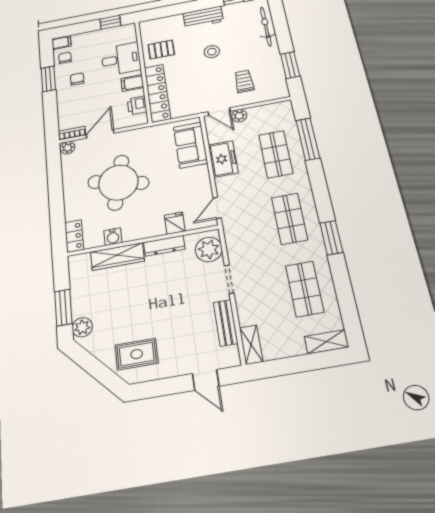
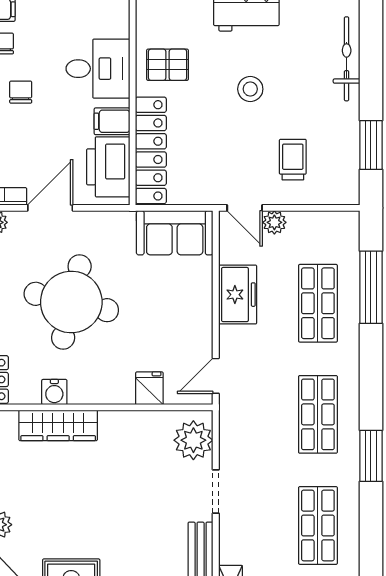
printer: (137, 105) -> (108, 167), width x1.87, depth x1.48
sofa: (190, 145) -> (175, 233), moved, turned -90
dresser: (164, 246) -> (129, 422), removed

